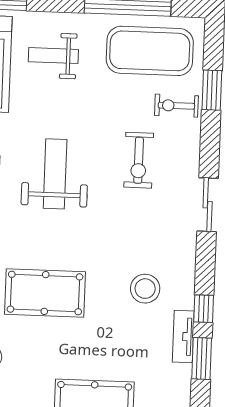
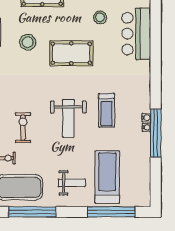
stool: (145, 289) -> (28, 42), moved

